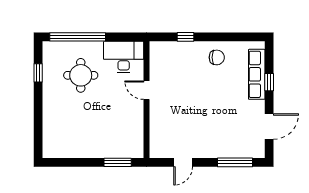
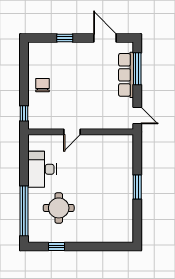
row of seats: (257, 74) -> (126, 75), moved, turned 90
door: (146, 90) -> (72, 132), moved
wall: (146, 100) -> (81, 132), moved
window: (118, 162) -> (137, 187), moved

